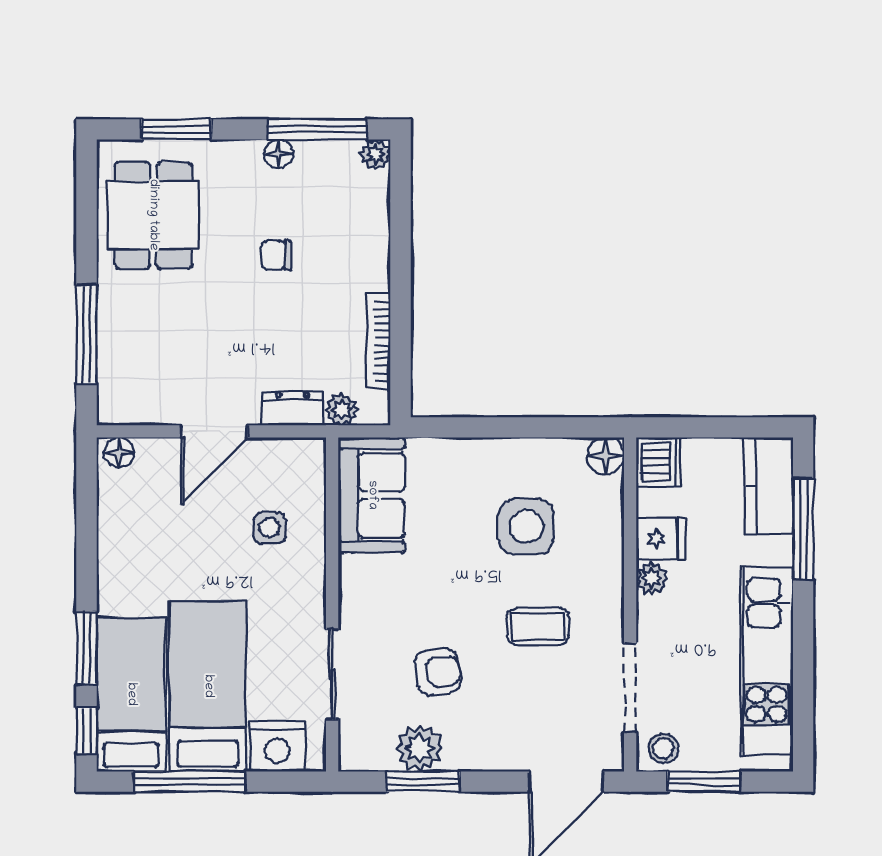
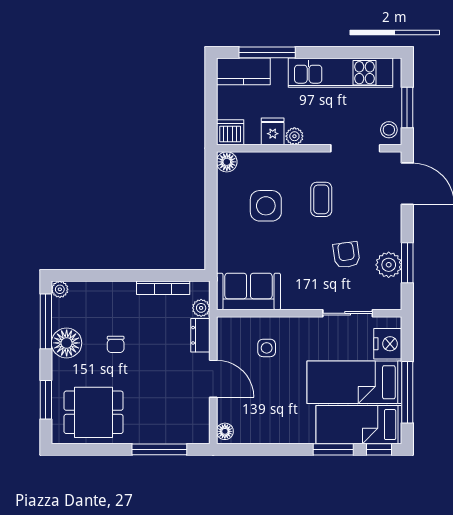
floor lamp: (279, 154) -> (67, 343), width x1.89, depth x1.89

